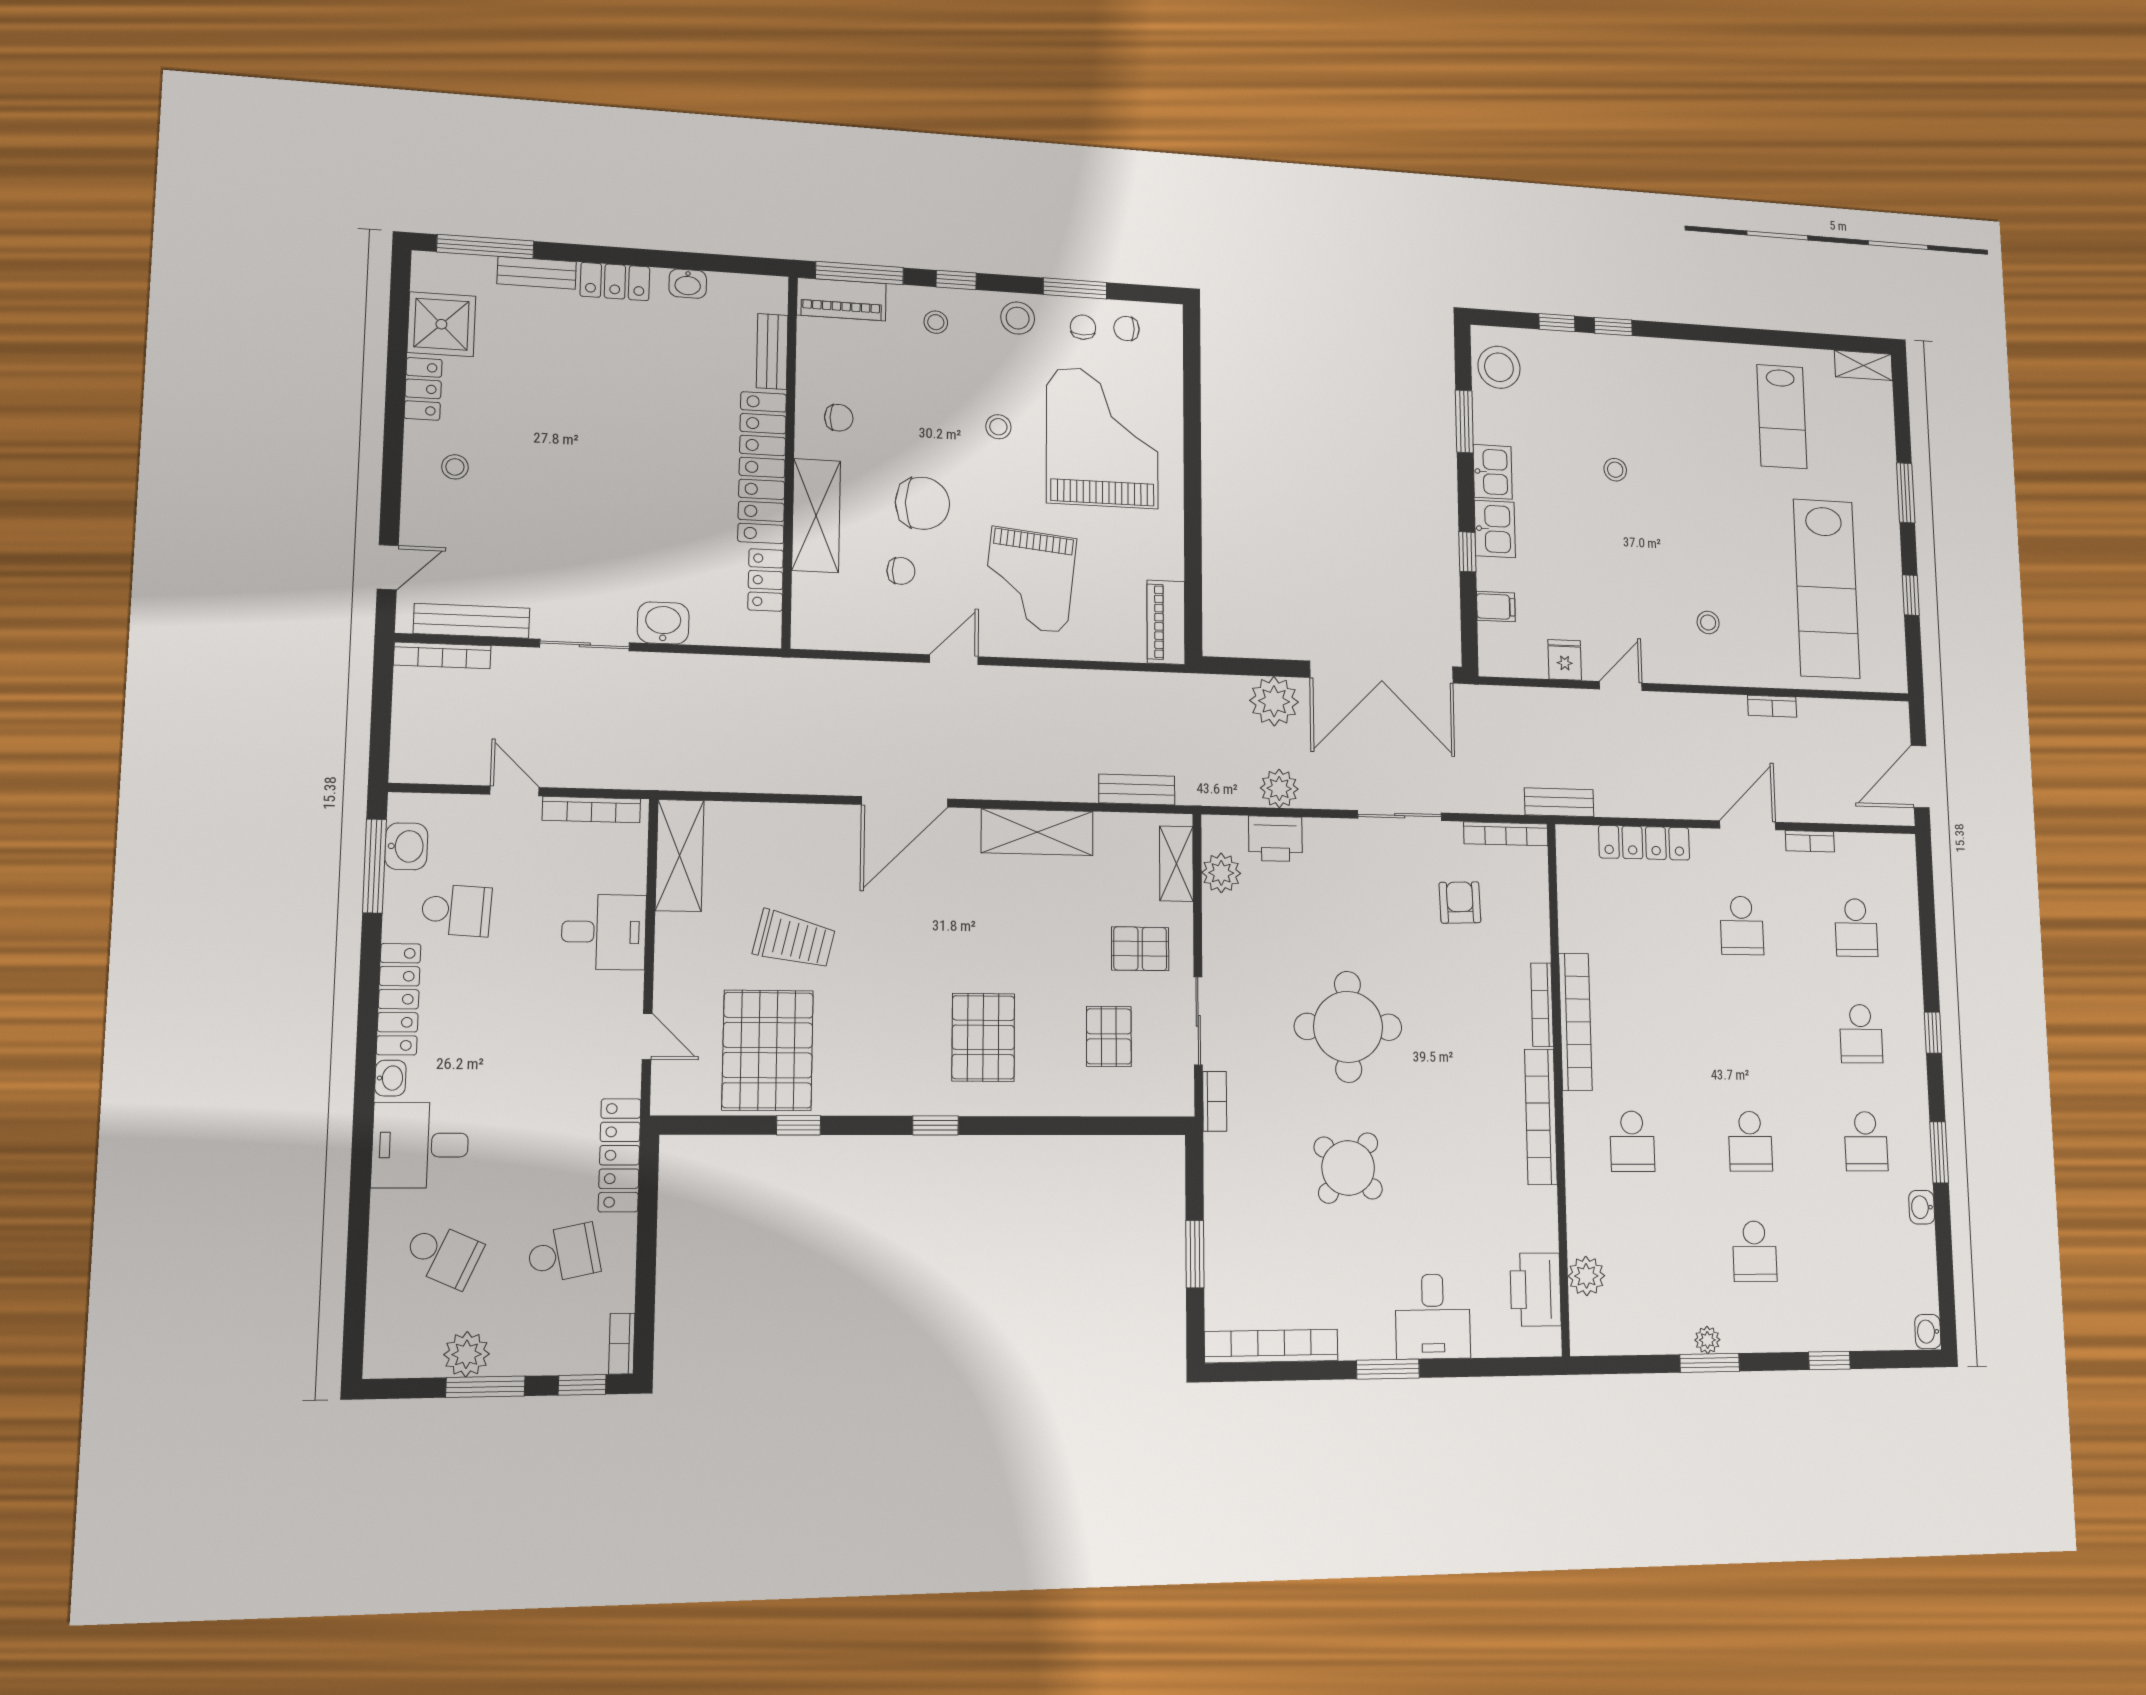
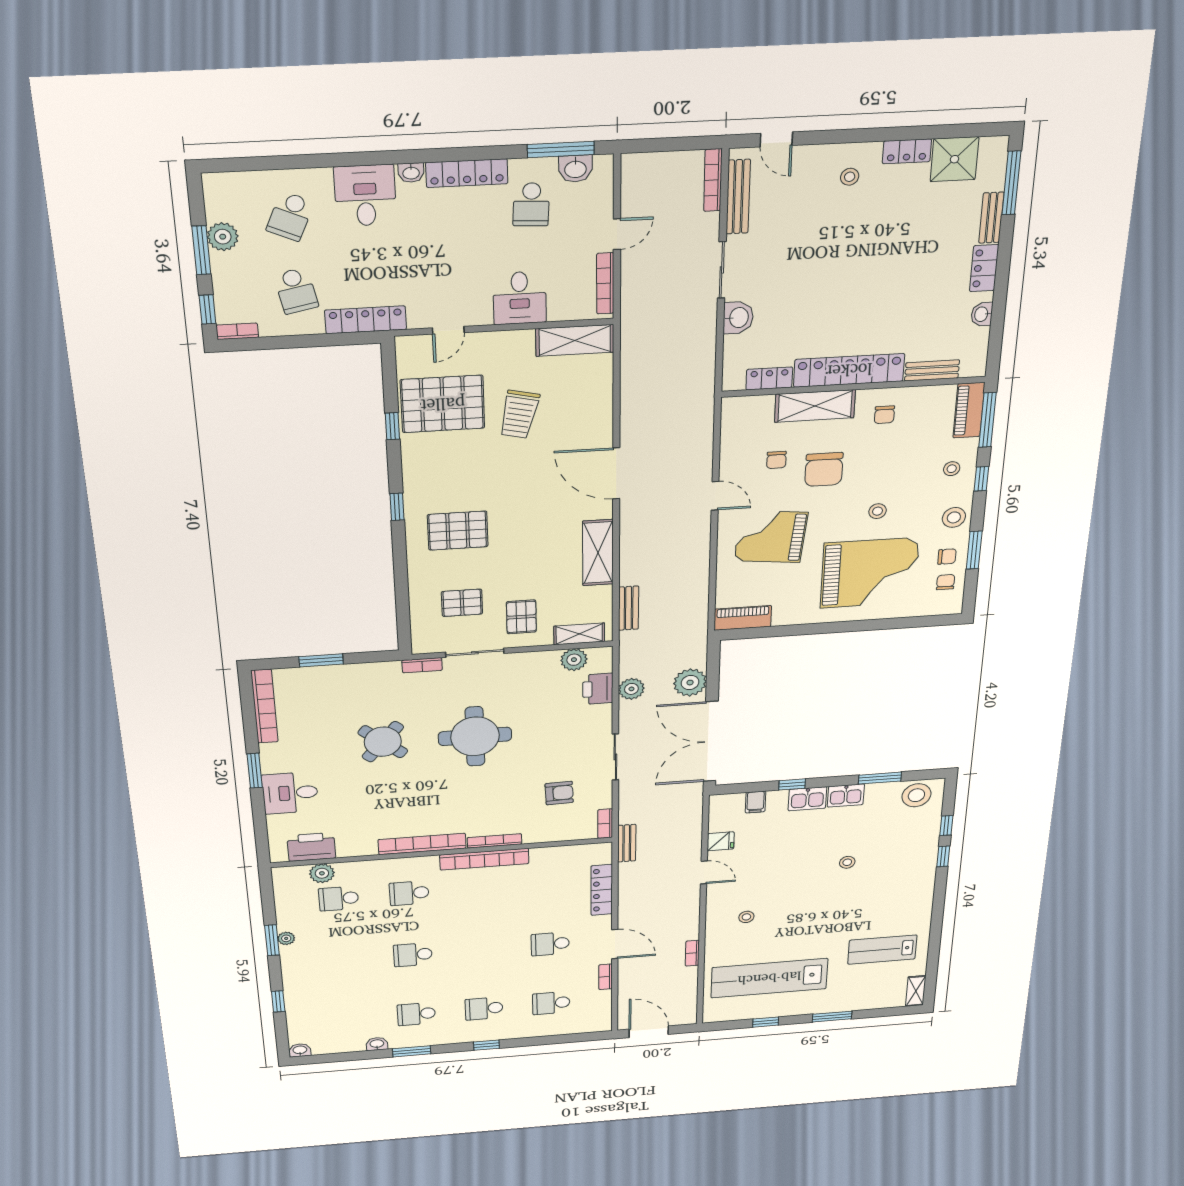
bookcase: (1506, 834) -> (605, 824), width x0.64
school desk: (1755, 1251) -> (339, 899), moved

